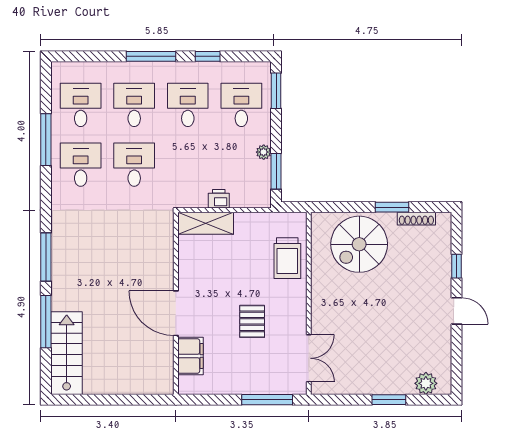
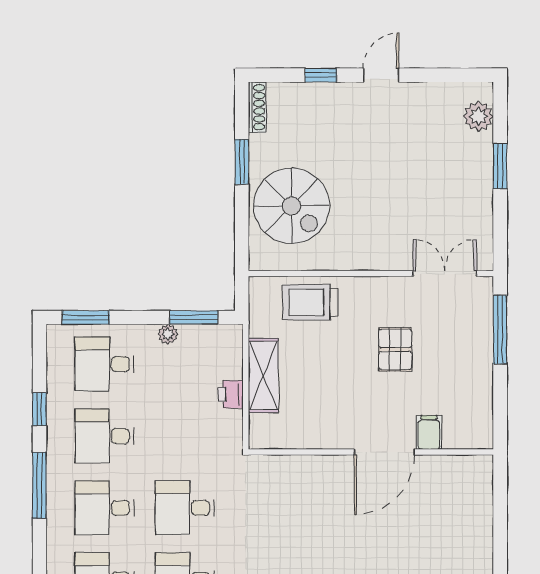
shoe rack: (416, 219) -> (257, 107), moved
shelving: (206, 223) -> (263, 376), moved
trolley: (287, 258) -> (310, 302), turned 180
pallet: (252, 321) -> (395, 349), turned 90
filing cabinet: (190, 356) -> (429, 432), width x0.50

